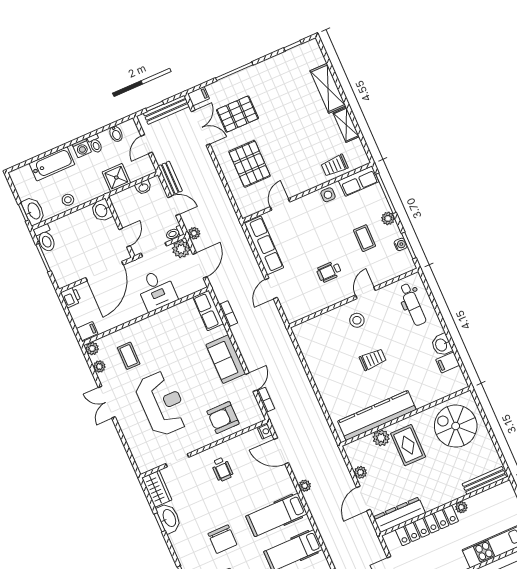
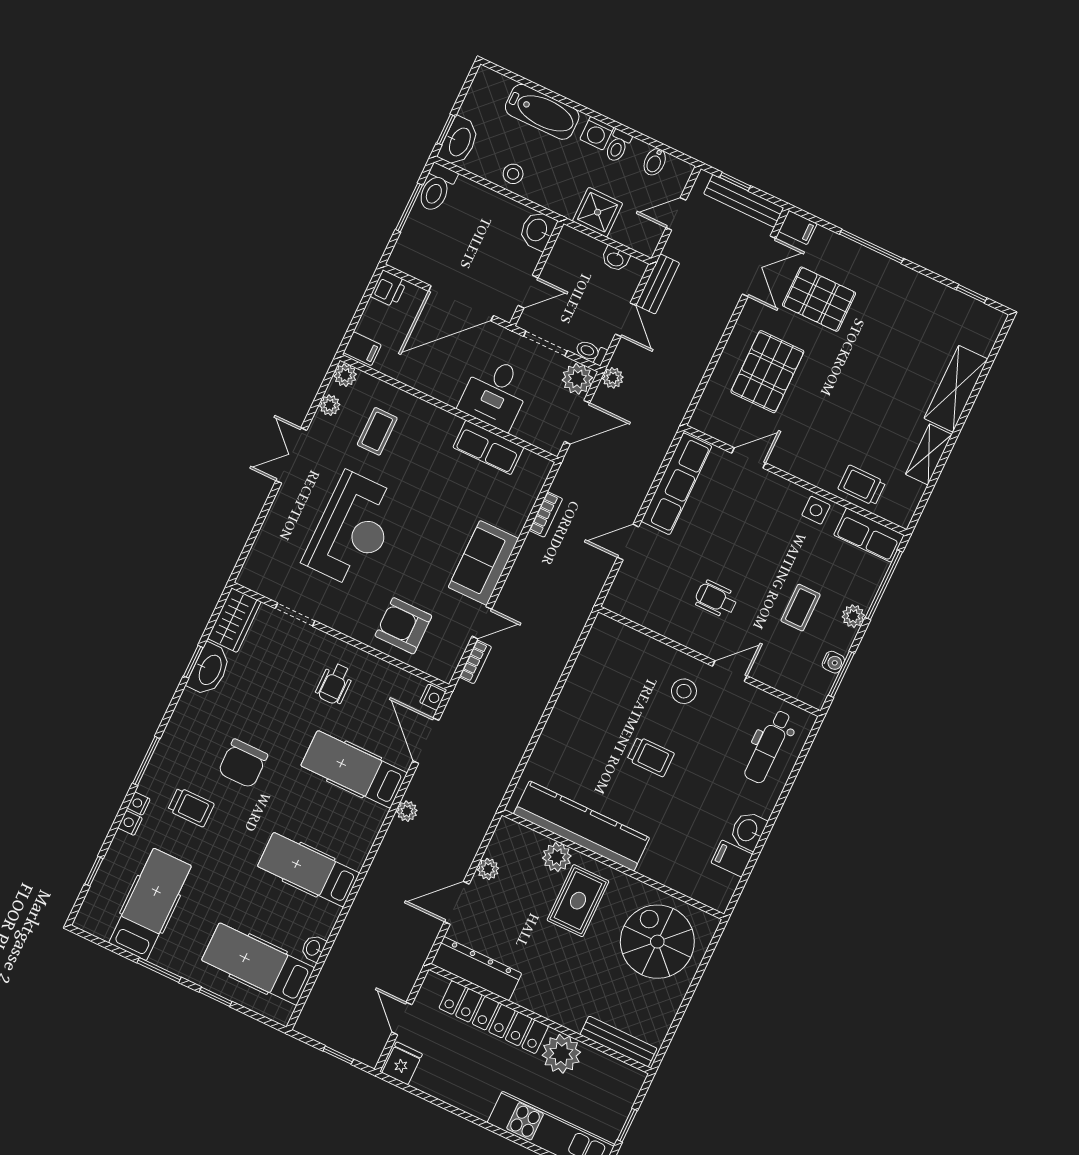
row of seats: (208, 310) -> (488, 447), moved, turned -90
plant: (461, 507) -> (561, 1054), width x1.87, depth x1.87
hospital bed: (276, 515) -> (354, 769), moved

